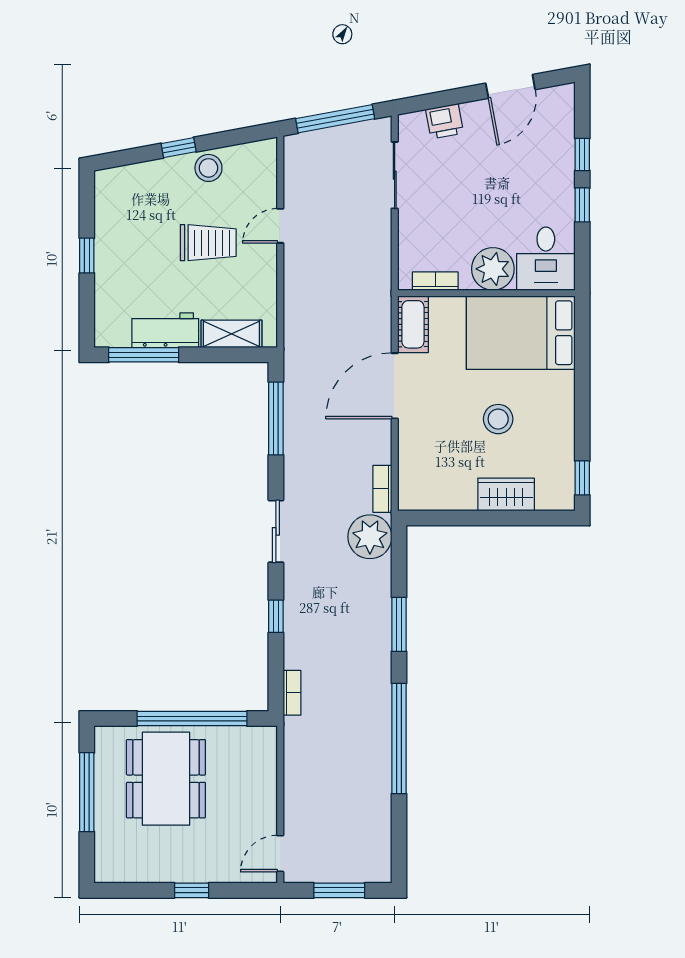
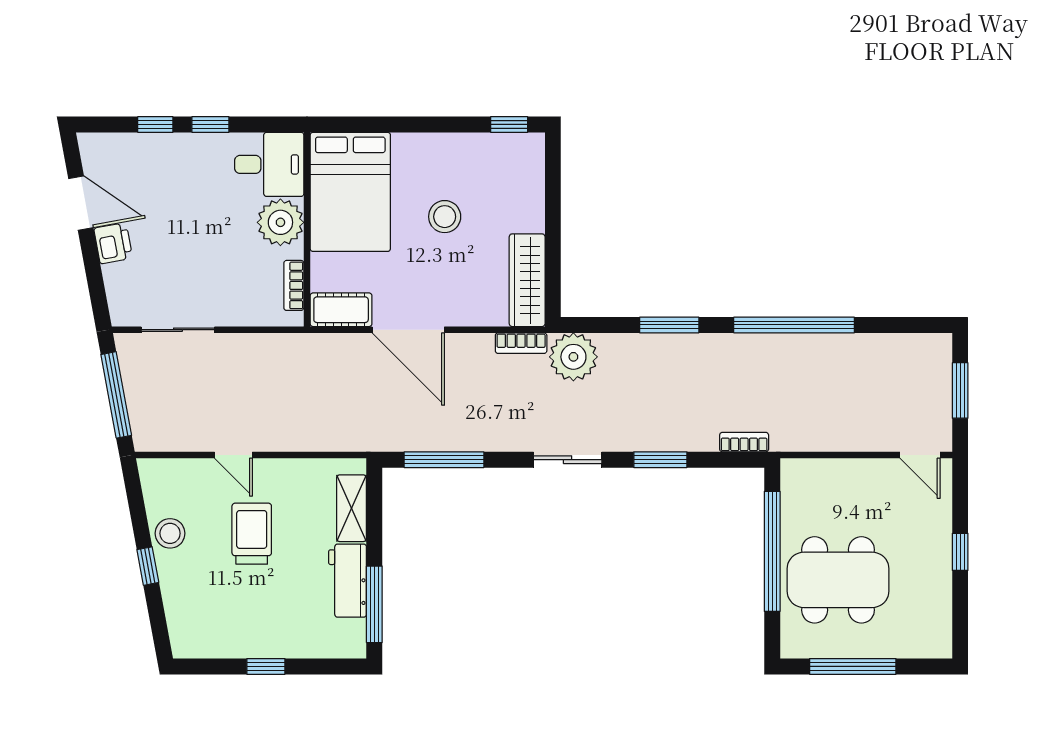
printer: (445, 121) -> (113, 243), moved
wardrobe: (506, 494) -> (527, 280), moved, width x1.50
window: (276, 616) -> (660, 460), width x1.50

